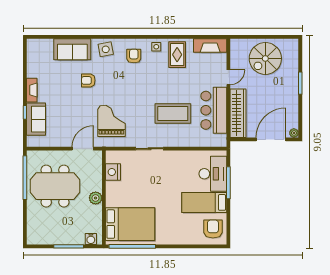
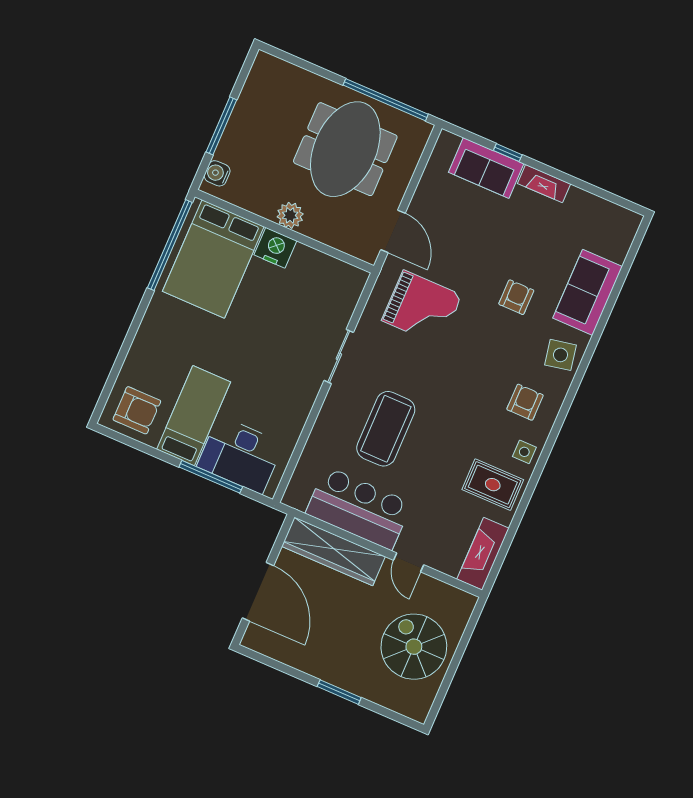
armchair: (134, 56) -> (525, 402), turned -90
plant: (294, 133) -> (251, 640), removed
nightstand: (113, 172) -> (275, 248), moved

